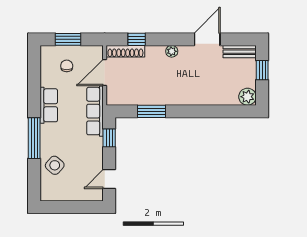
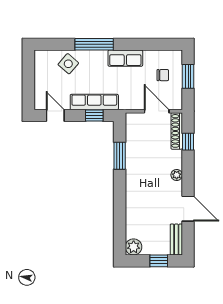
row of seats: (95, 111) -> (94, 102), moved

